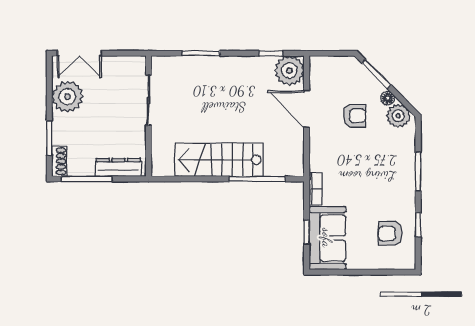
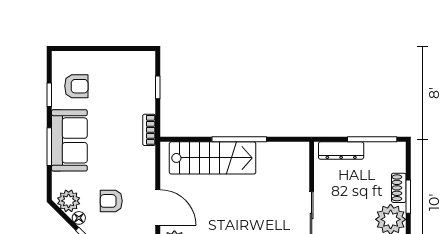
window: (49, 138) -> (408, 197), moved
stairs: (219, 160) -> (213, 158), moved
shoe rack: (59, 161) -> (399, 188), moved
window: (257, 179) -> (239, 139), moved
sofa: (327, 238) -> (69, 140), moved, turned 180

